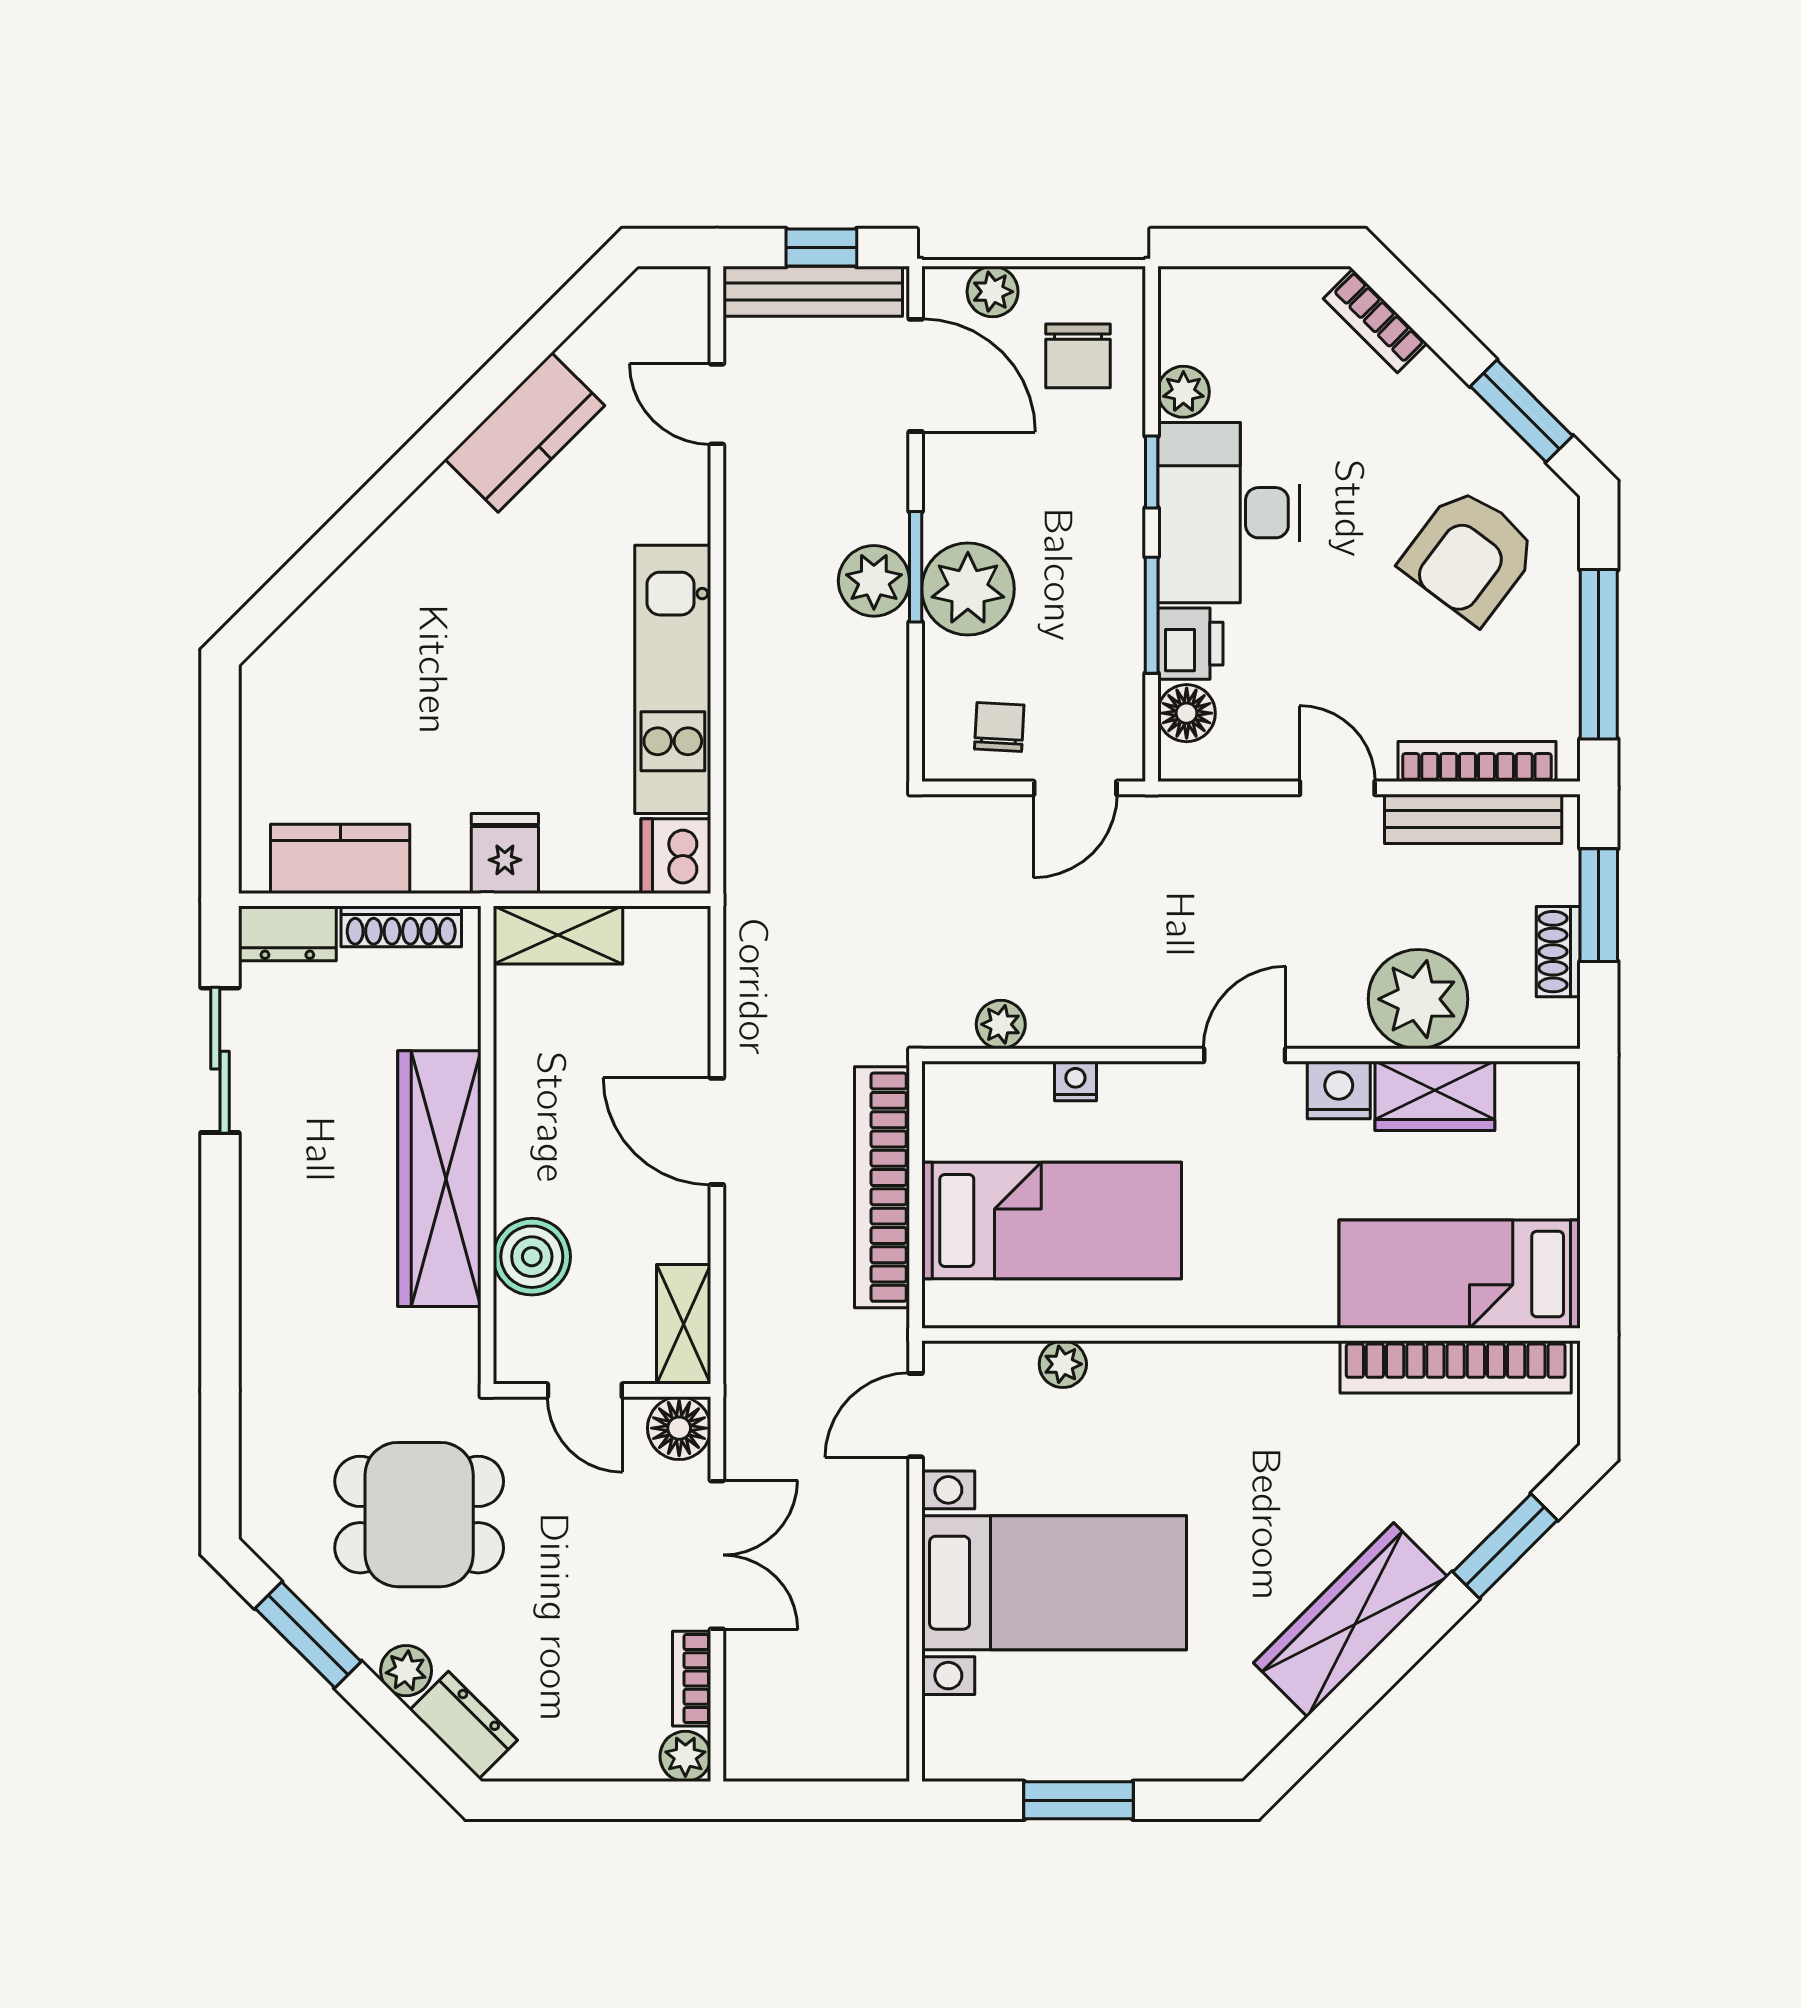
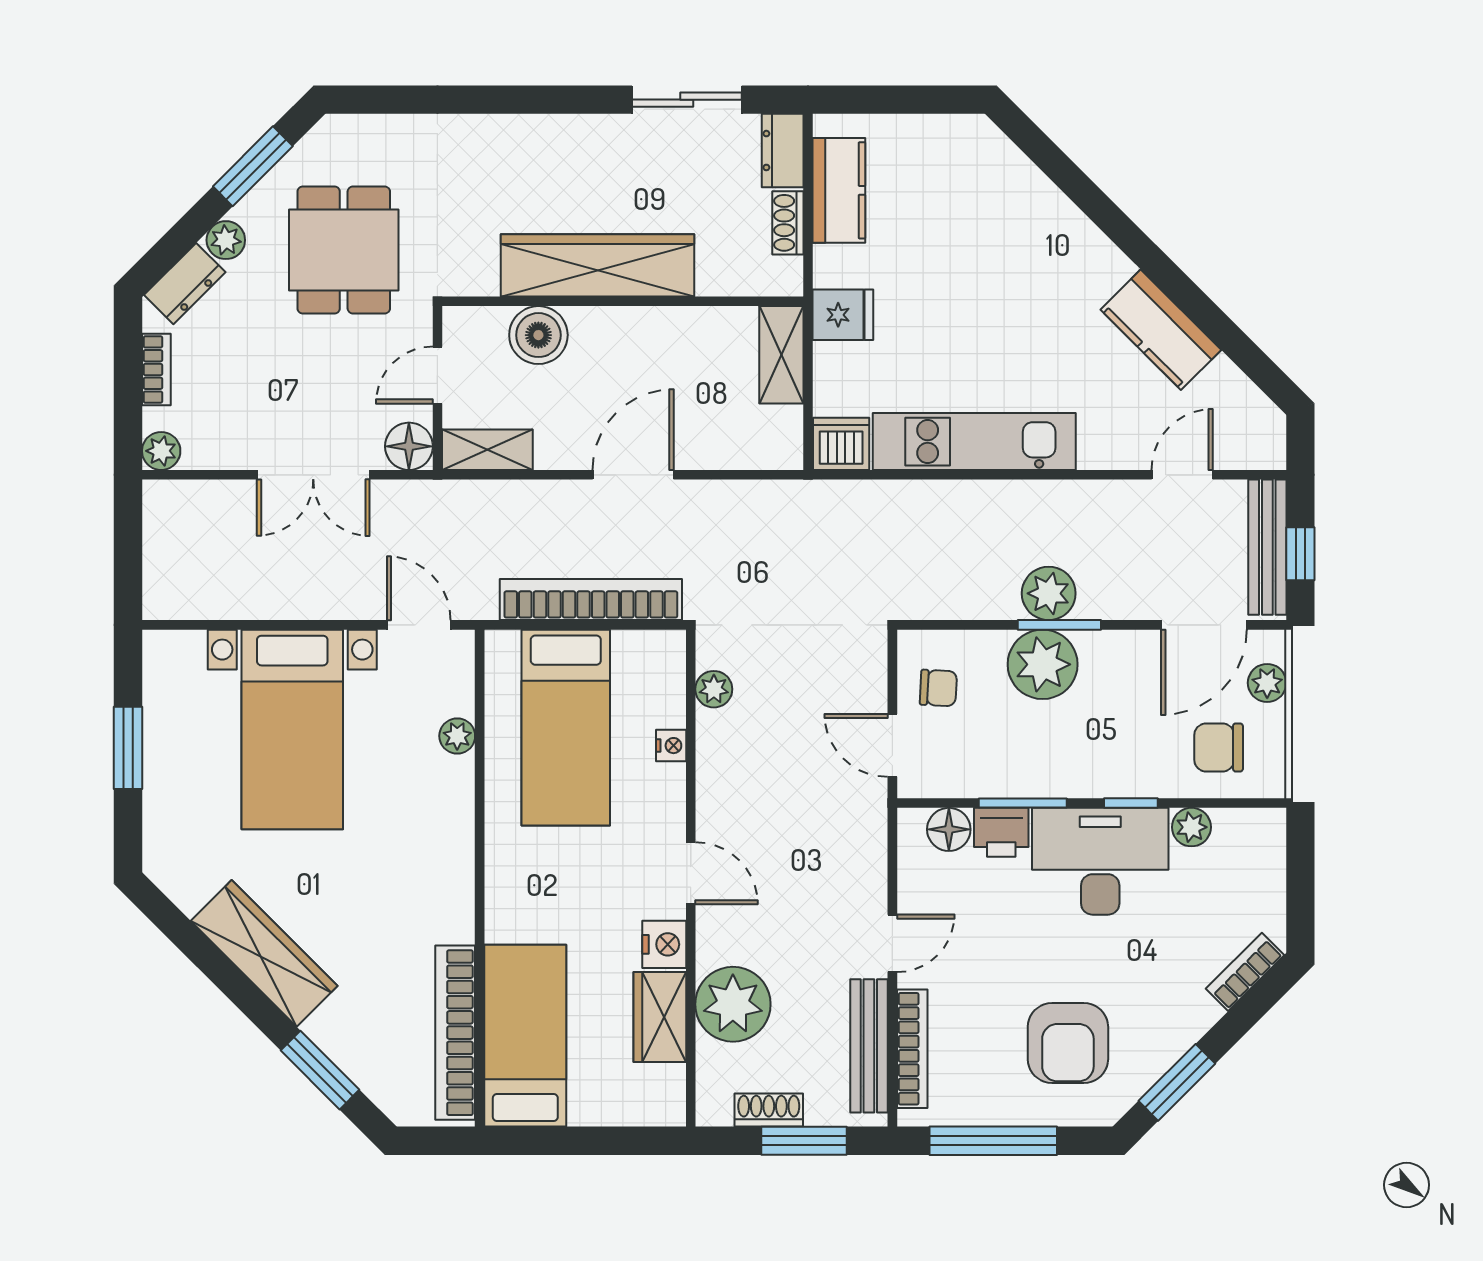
armchair: (1469, 555) -> (1068, 1043), turned -127
shoe rack: (401, 926) -> (788, 223), width x0.70
bookcase: (692, 1679) -> (156, 369), moved, turned 90

